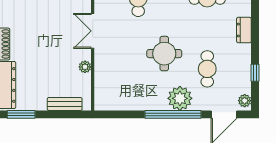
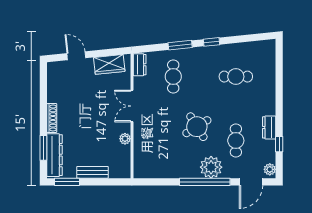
dresser: (244, 30) -> (269, 127), moved
round table: (164, 54) -> (197, 127), turned -32
bench: (65, 104) -> (93, 172), moved

